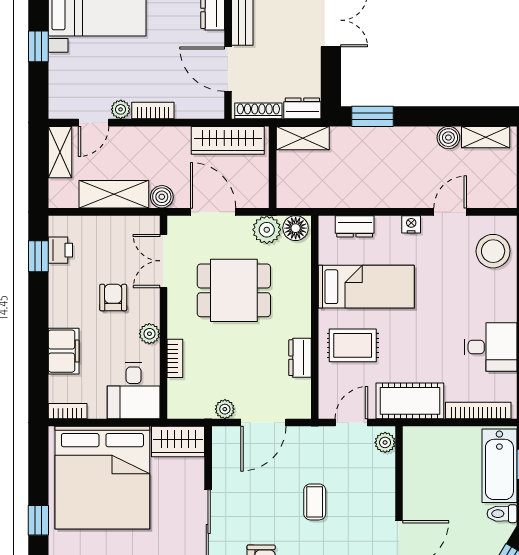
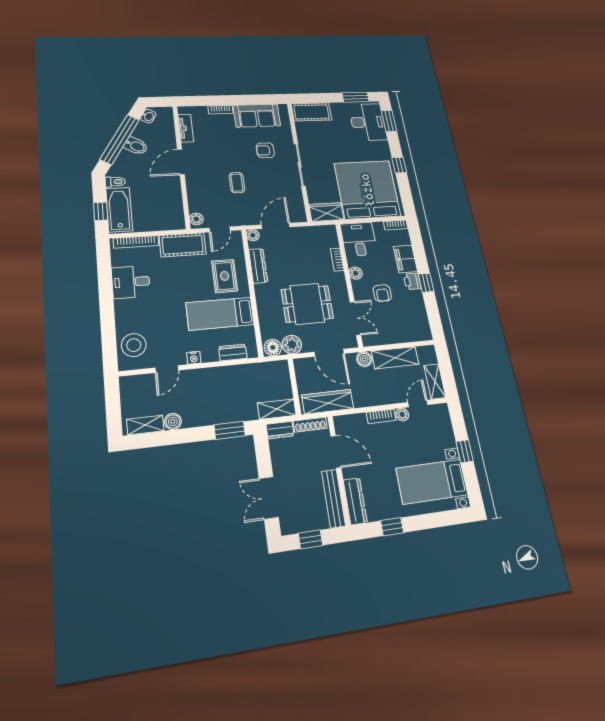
printer: (60, 250) -> (412, 281), moved
window: (38, 256) -> (426, 283), moved
rug: (353, 345) -> (225, 276), turned 90
dresser: (300, 358) -> (258, 266), width x1.44
plant: (225, 409) -> (253, 235), moved

